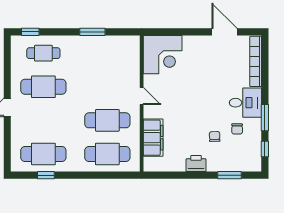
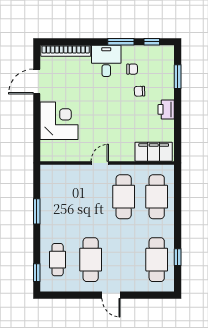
corner desk: (163, 55) -> (59, 121), moved
filing cabinet: (153, 138) -> (154, 152), moved

